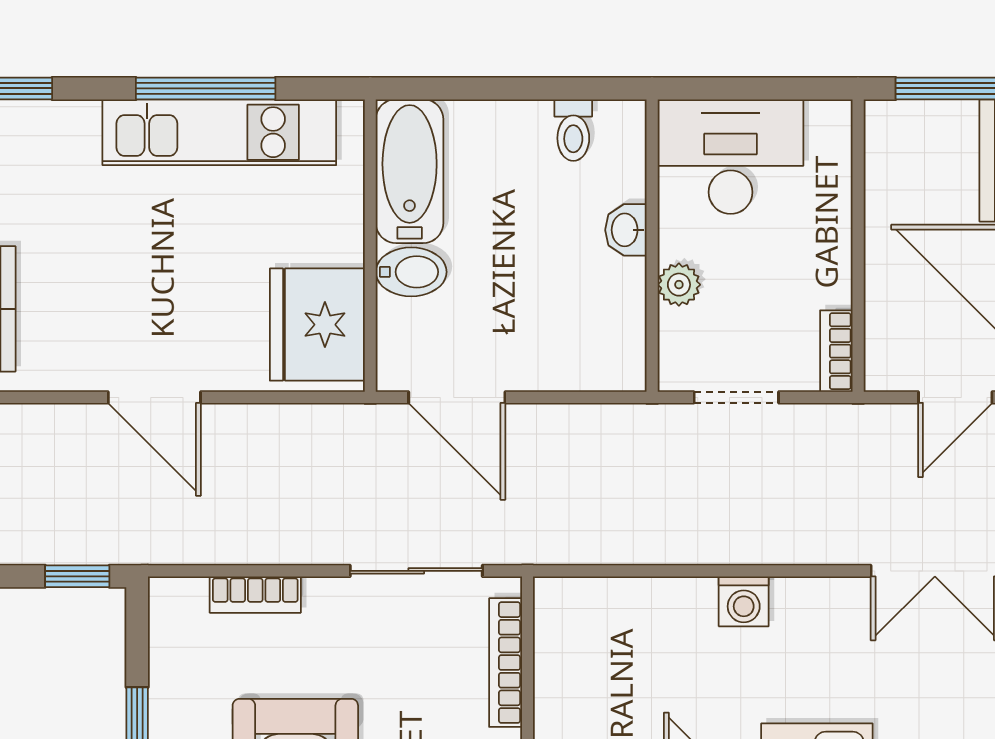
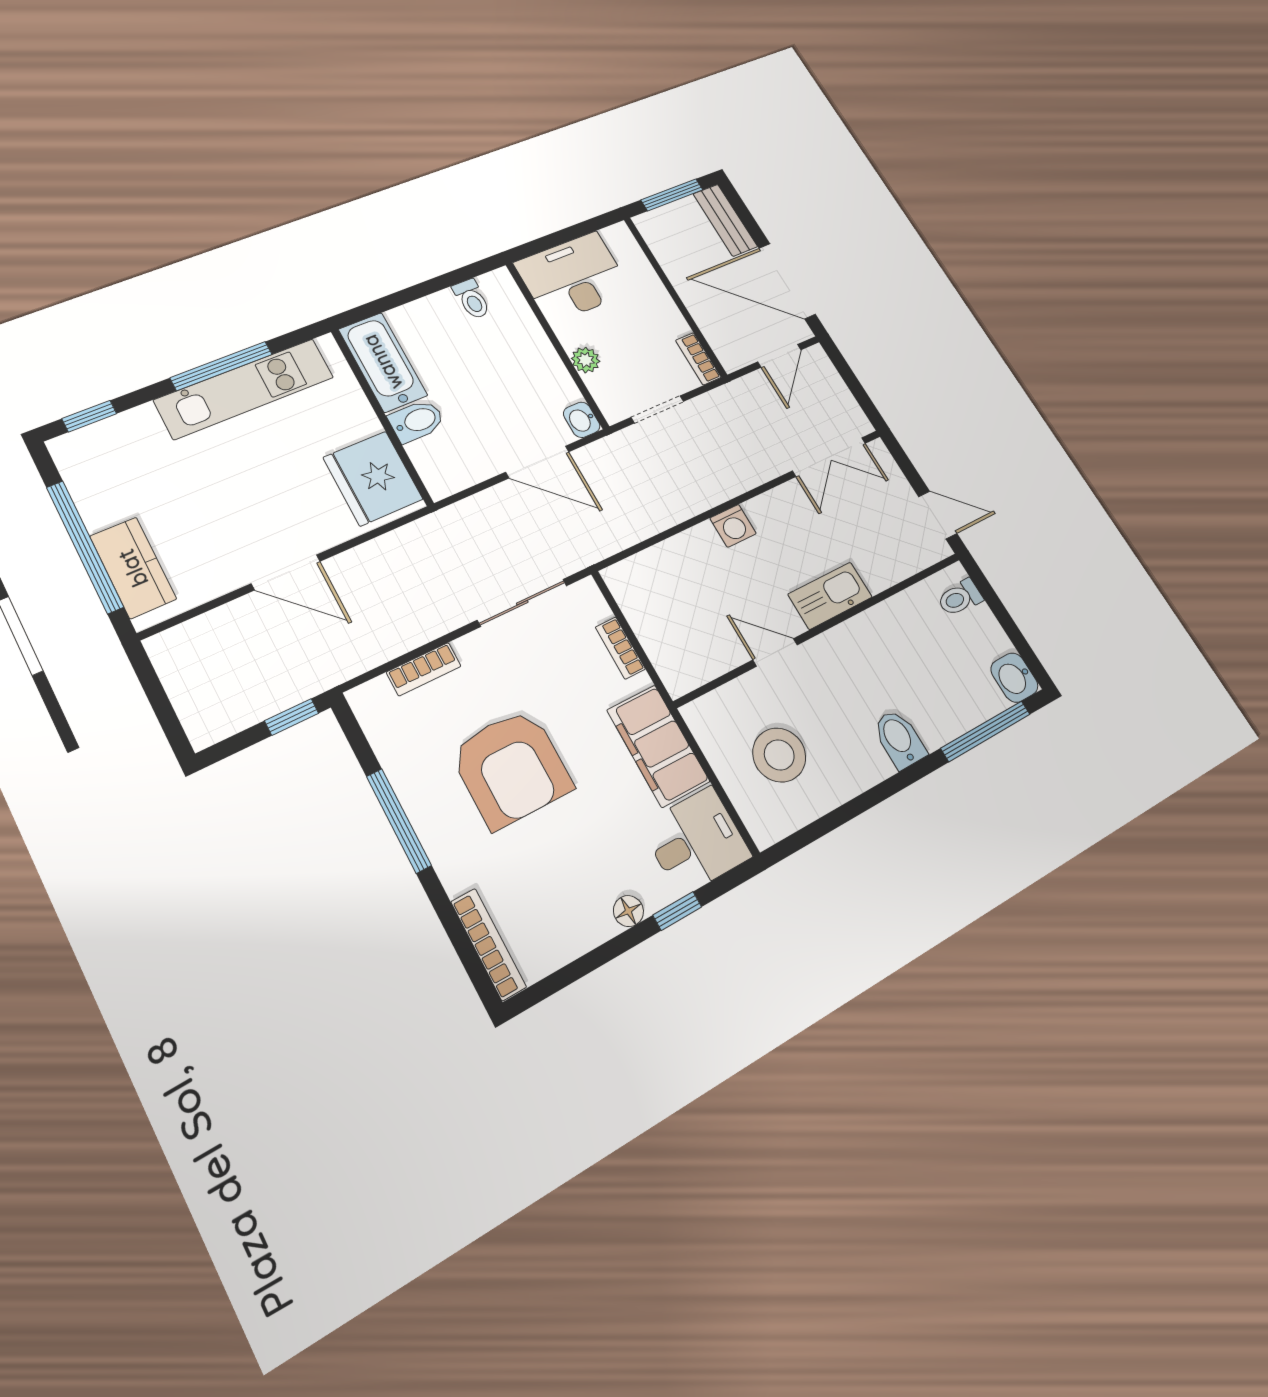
washbasin: (626, 230) -> (582, 420), moved
door: (457, 397) -> (537, 462), moved
bookcase: (506, 663) -> (620, 648), width x0.64

